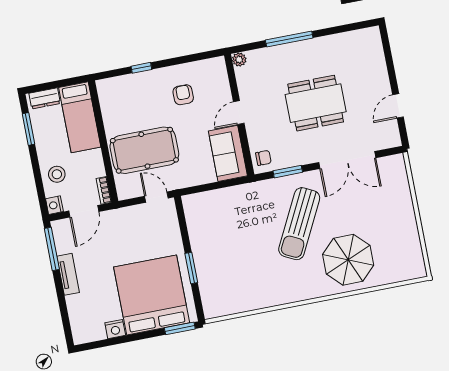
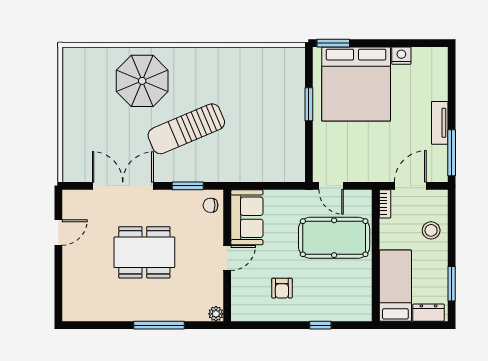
nightstand: (54, 205) -> (440, 198), removed
sun lounger: (299, 224) -> (186, 129), turned -140

